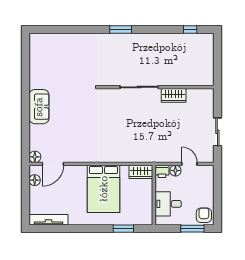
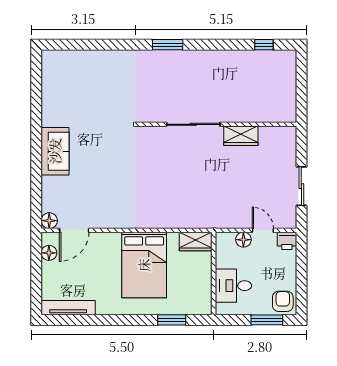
printer: (162, 171) -> (287, 241), moved

